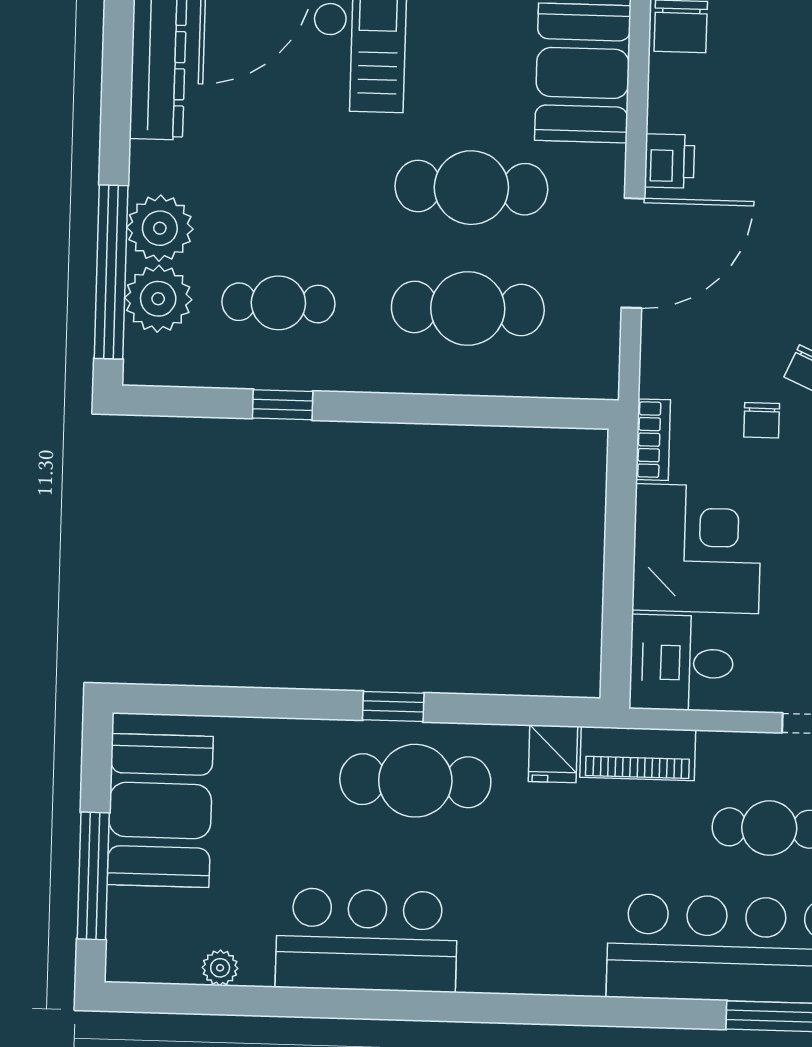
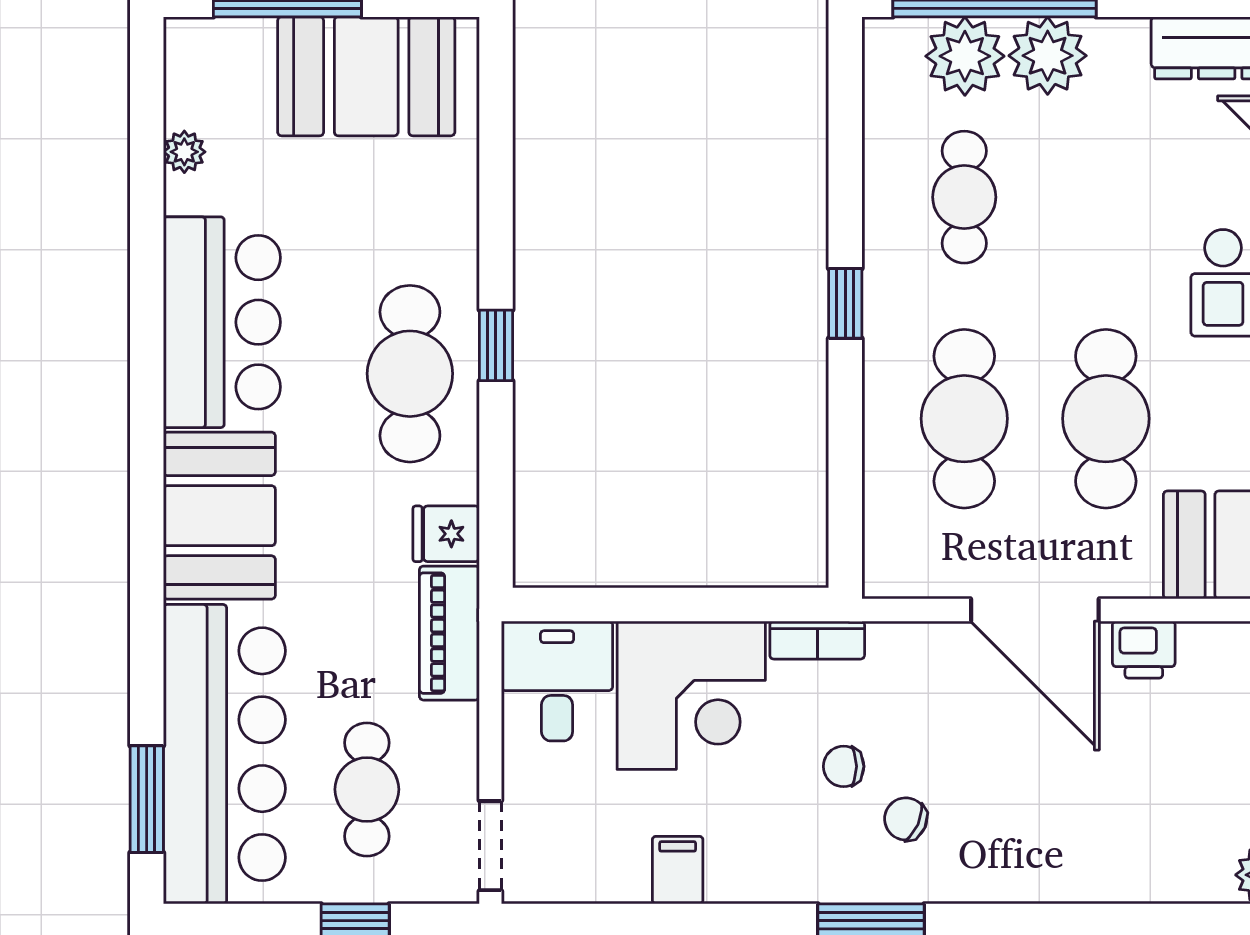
window: (283, 405) -> (845, 303), moved
booth: (532, 947) -> (219, 516), added

